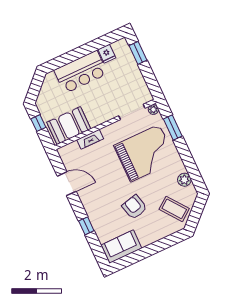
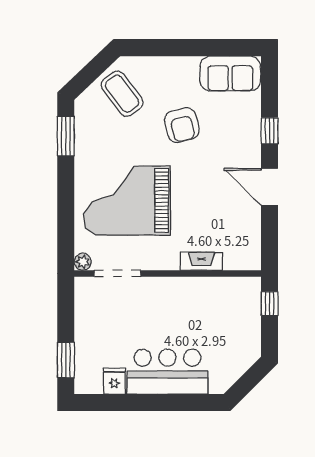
window: (38, 123) -> (270, 304), moved
booth: (69, 126) -> (225, 298), removed
window: (173, 128) -> (66, 136), moved
plant: (184, 180) -> (85, 131), removed
door: (67, 184) -> (270, 187), moved

